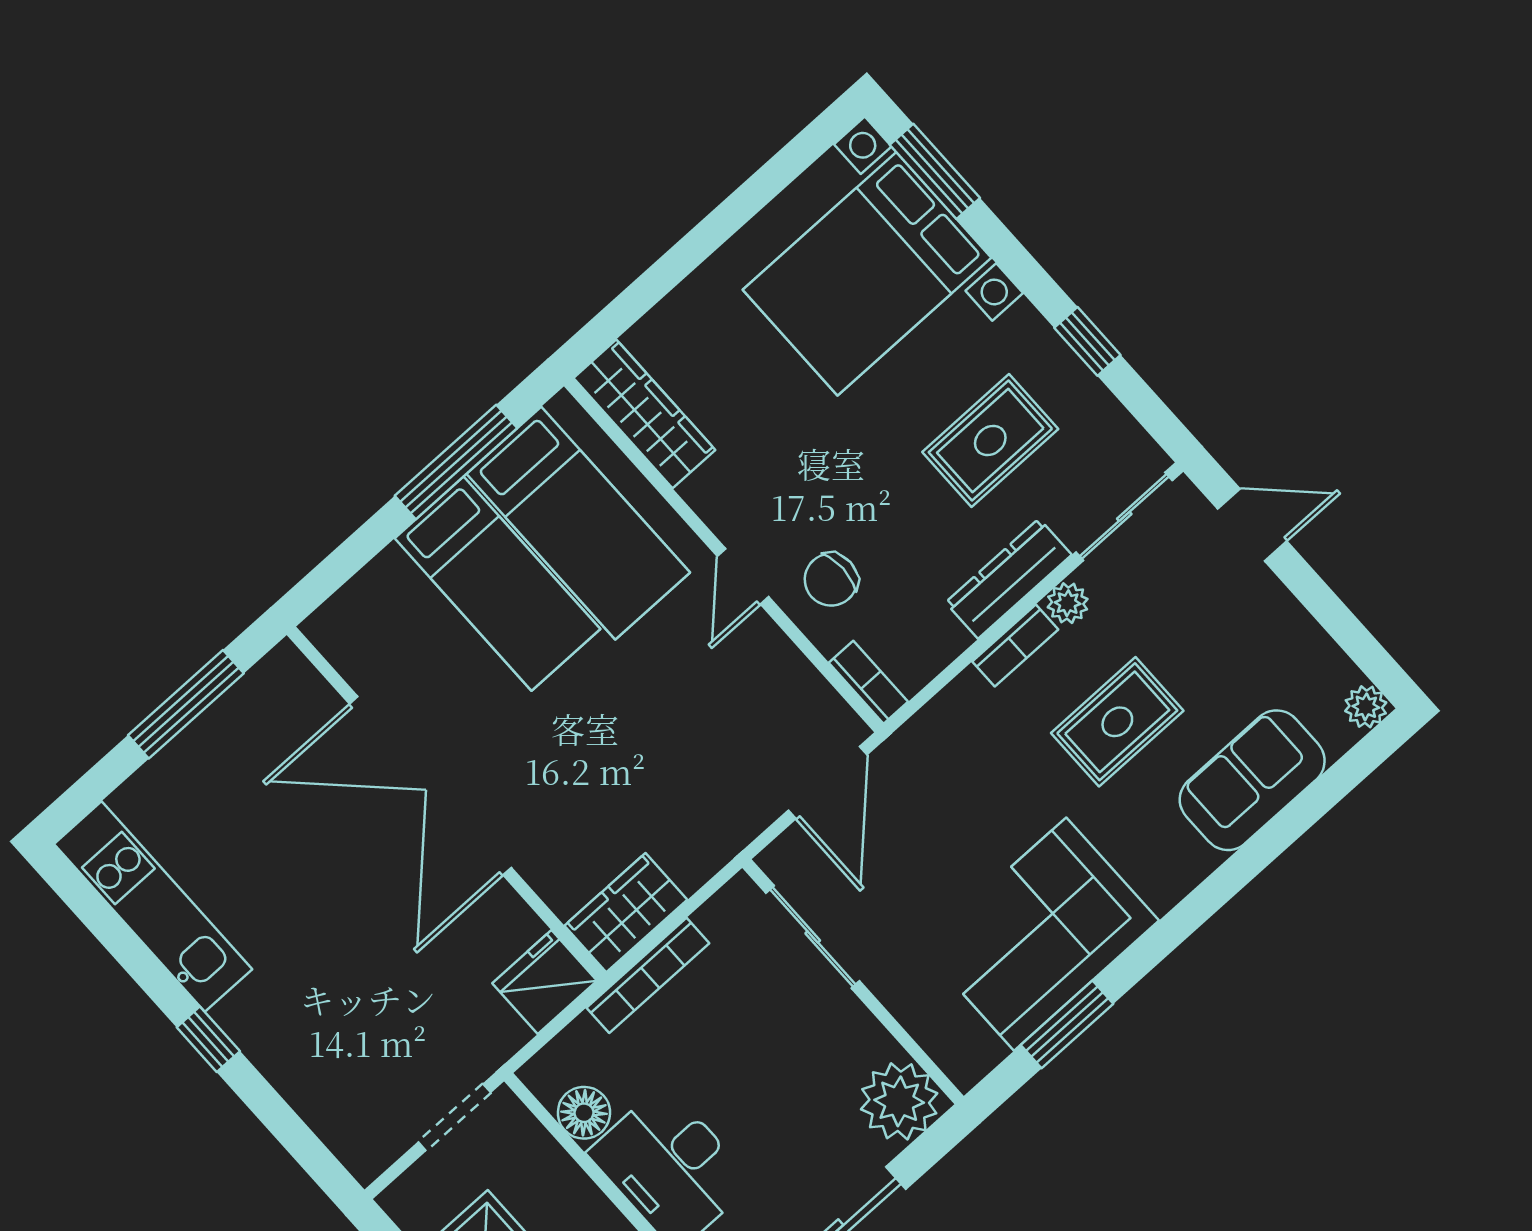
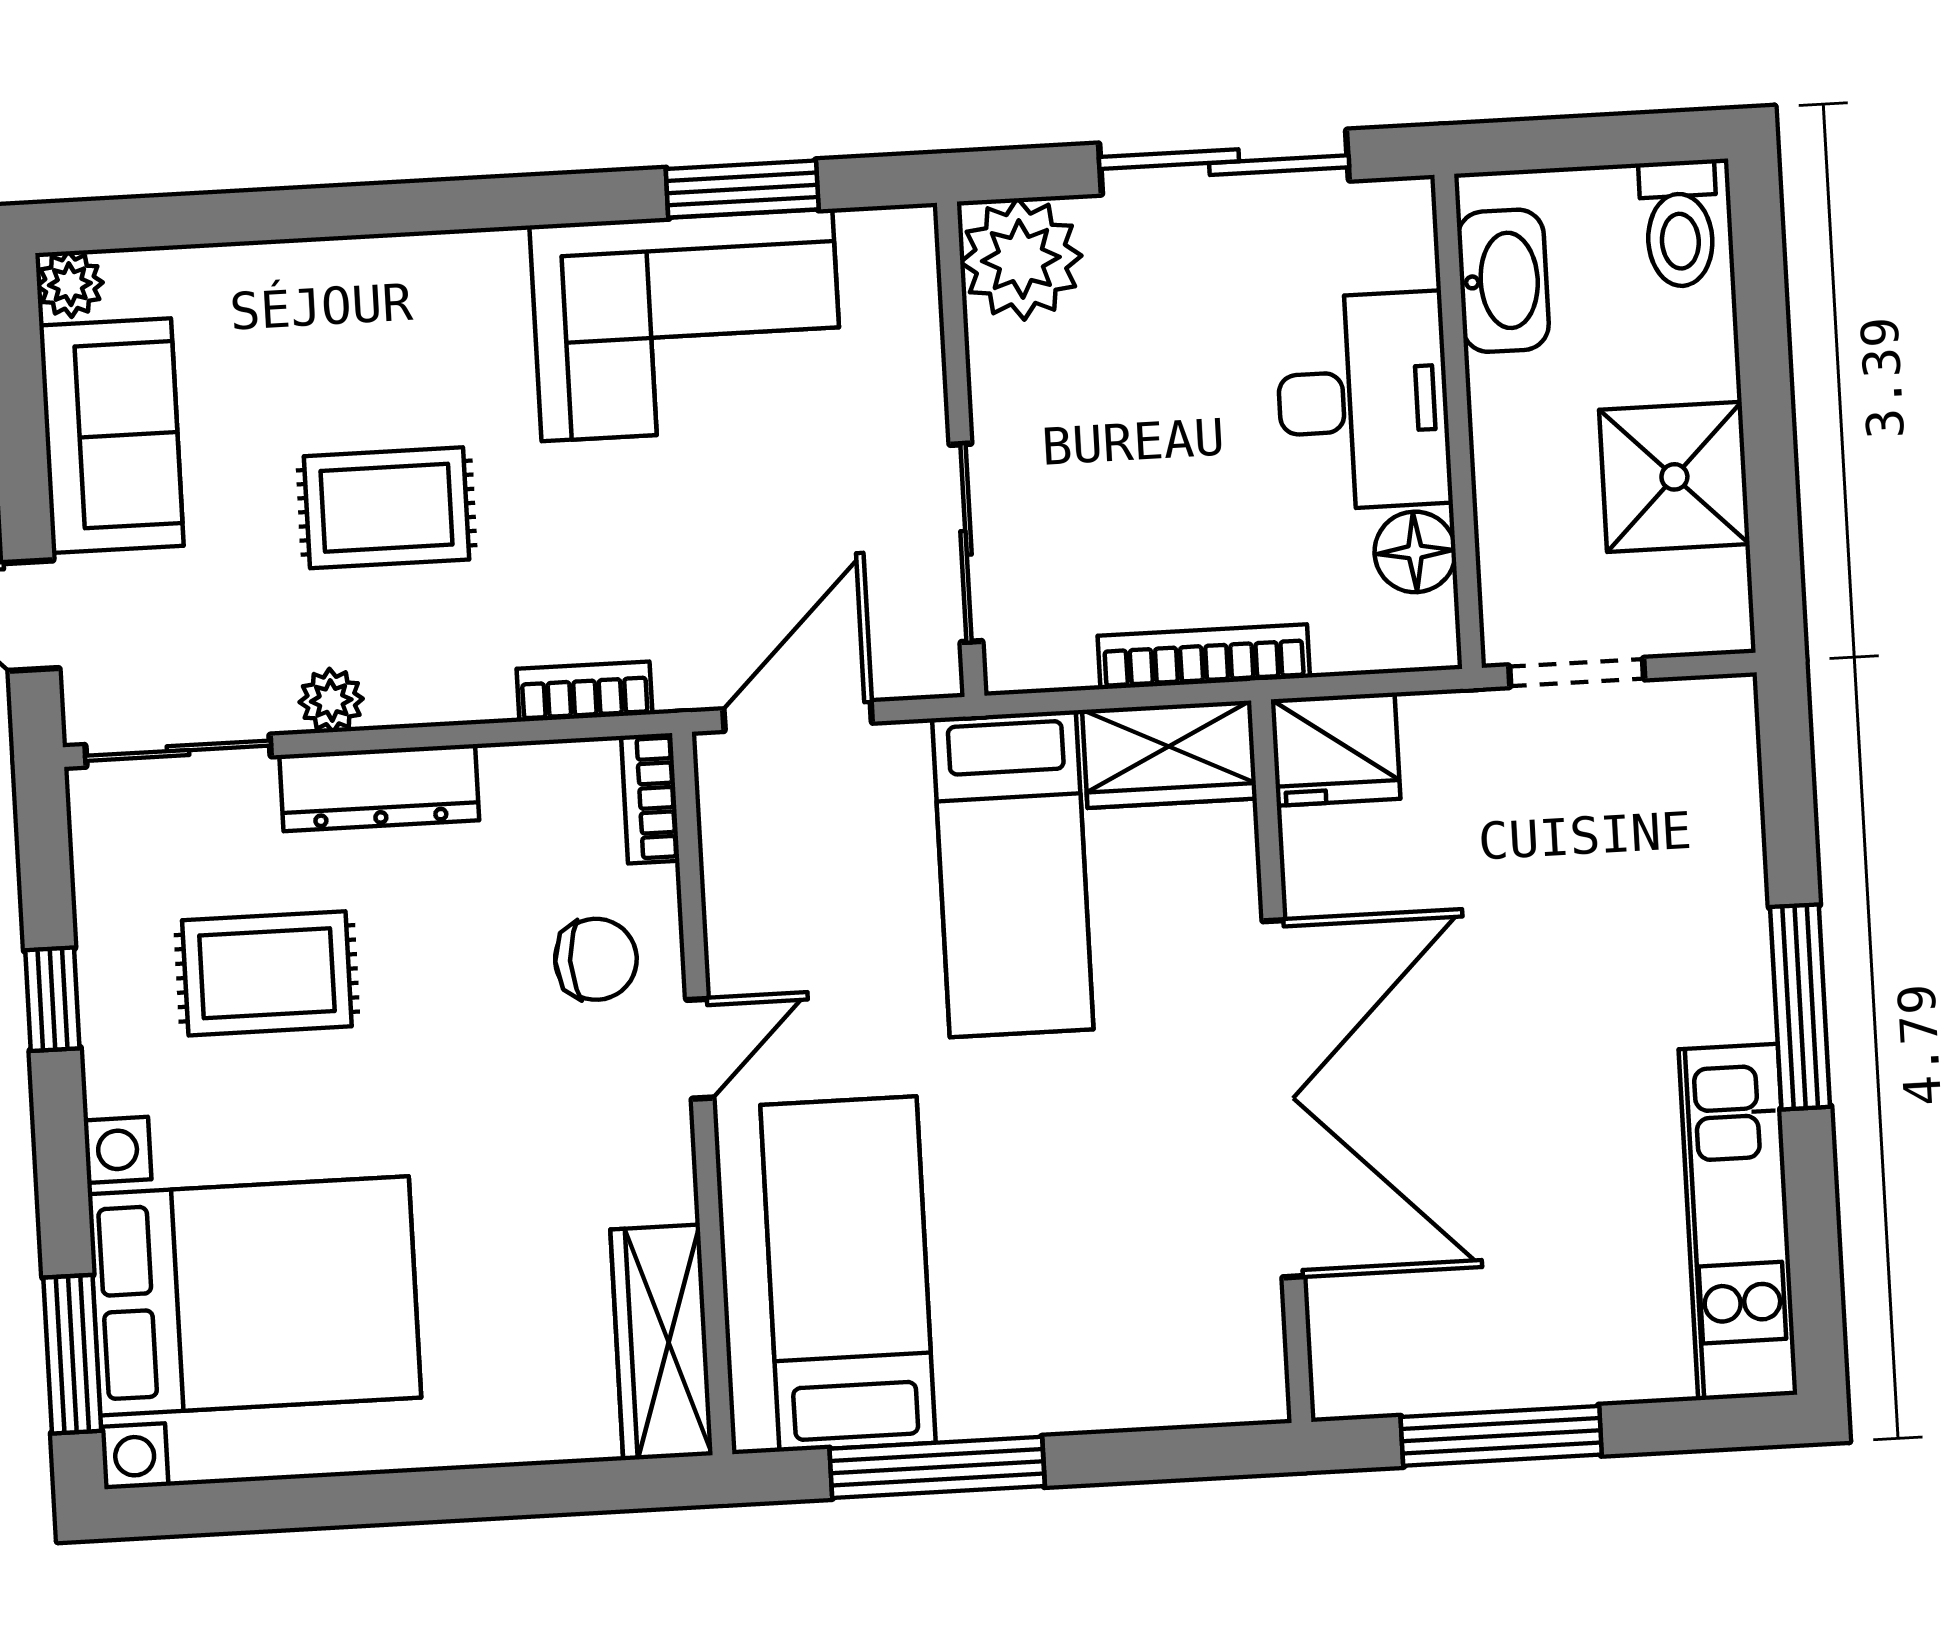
bed: (498, 584) -> (1013, 874), moved, turned 180
bookcase: (1015, 645) -> (584, 692), moved
sofa: (1252, 780) -> (111, 436), moved, turned -90
window: (208, 1039) -> (1800, 1007), width x2.17

